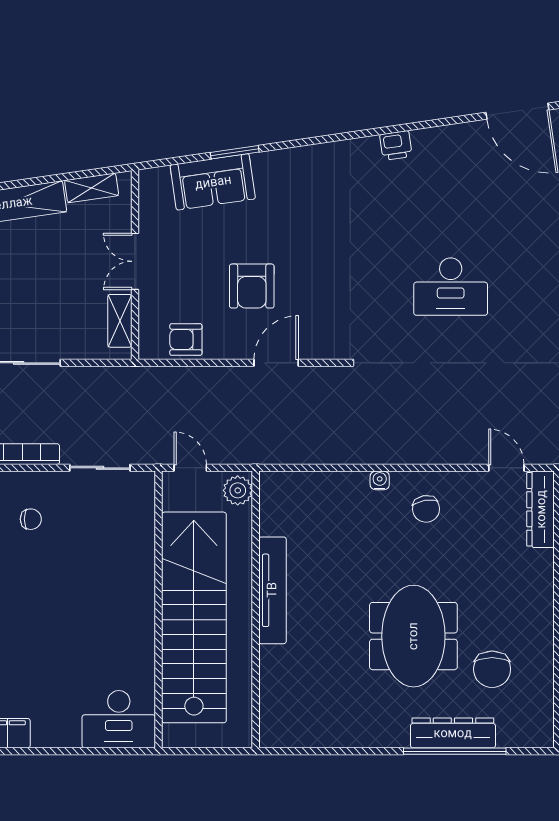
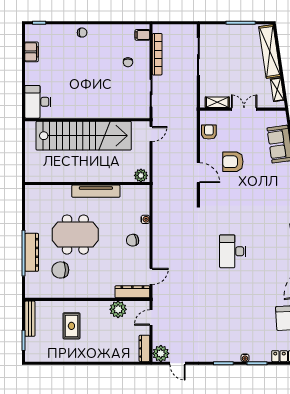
plant: (238, 490) -> (141, 175), moved
tv unit: (272, 590) -> (96, 191), moved
wall: (256, 609) -> (87, 184), moved

